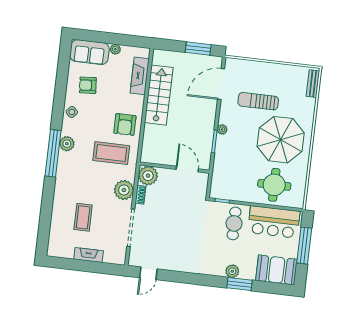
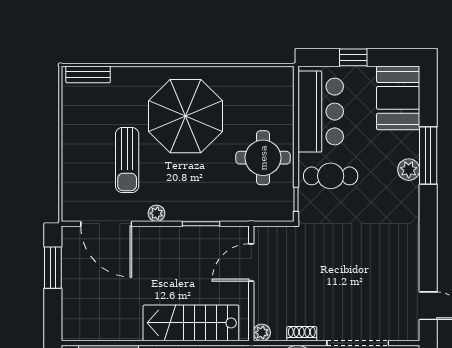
stairs: (159, 95) -> (191, 323), moved
plant: (222, 129) -> (156, 213), moved
plant: (148, 176) -> (262, 332), width x0.53, depth x0.53
round table: (274, 185) -> (263, 158), moved
window: (304, 246) -> (353, 57), width x0.46
window: (239, 284) -> (428, 156), width x1.44

